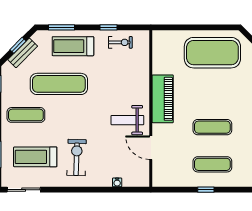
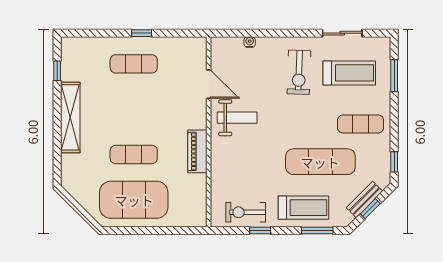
exercise bike: (120, 42) -> (246, 212), width x1.38, depth x1.39
piano: (163, 99) -> (197, 151), width x0.73, depth x0.75
exercise mat: (212, 127) -> (134, 154), moved
sliding door: (24, 190) -> (342, 33), moved

